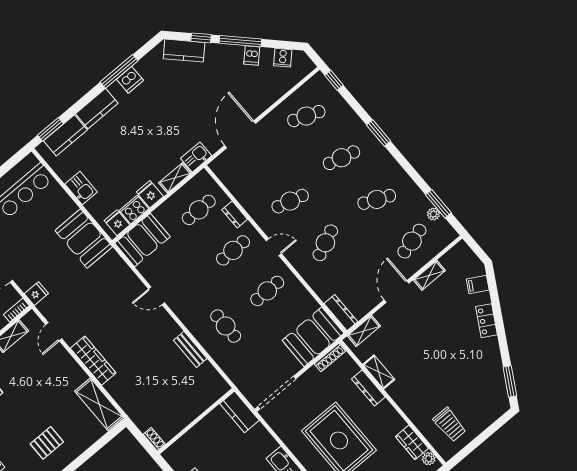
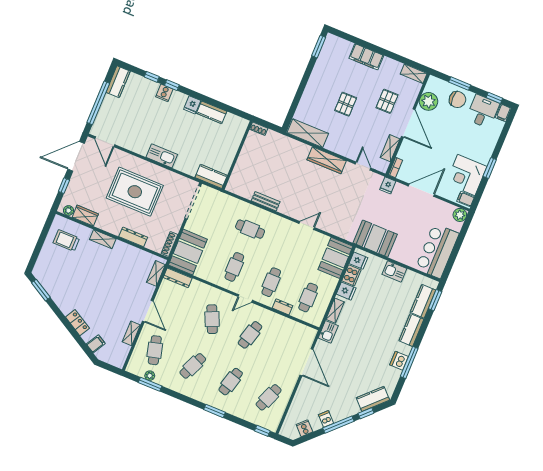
shelving: (379, 372) -> (103, 239), moved
pallet: (47, 443) -> (346, 104), moved

